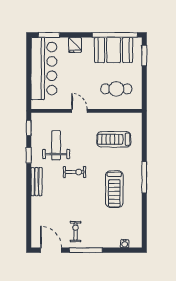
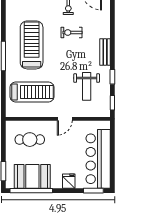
door: (79, 111) -> (65, 119), hinge flipped
treadmill: (114, 139) -> (32, 92), width x1.37, depth x1.38
exercise bike: (75, 172) -> (72, 33), moved
treadmill: (114, 189) -> (32, 45), width x1.37, depth x1.38

